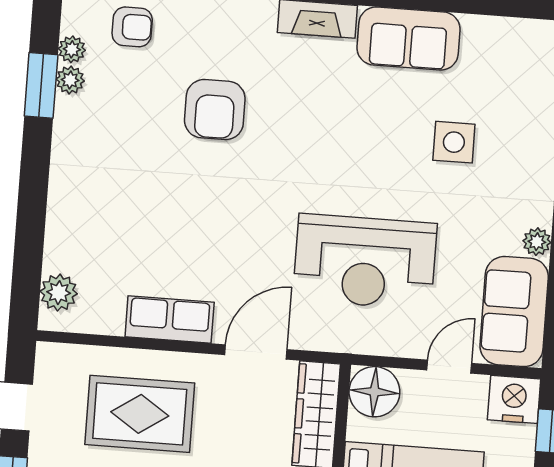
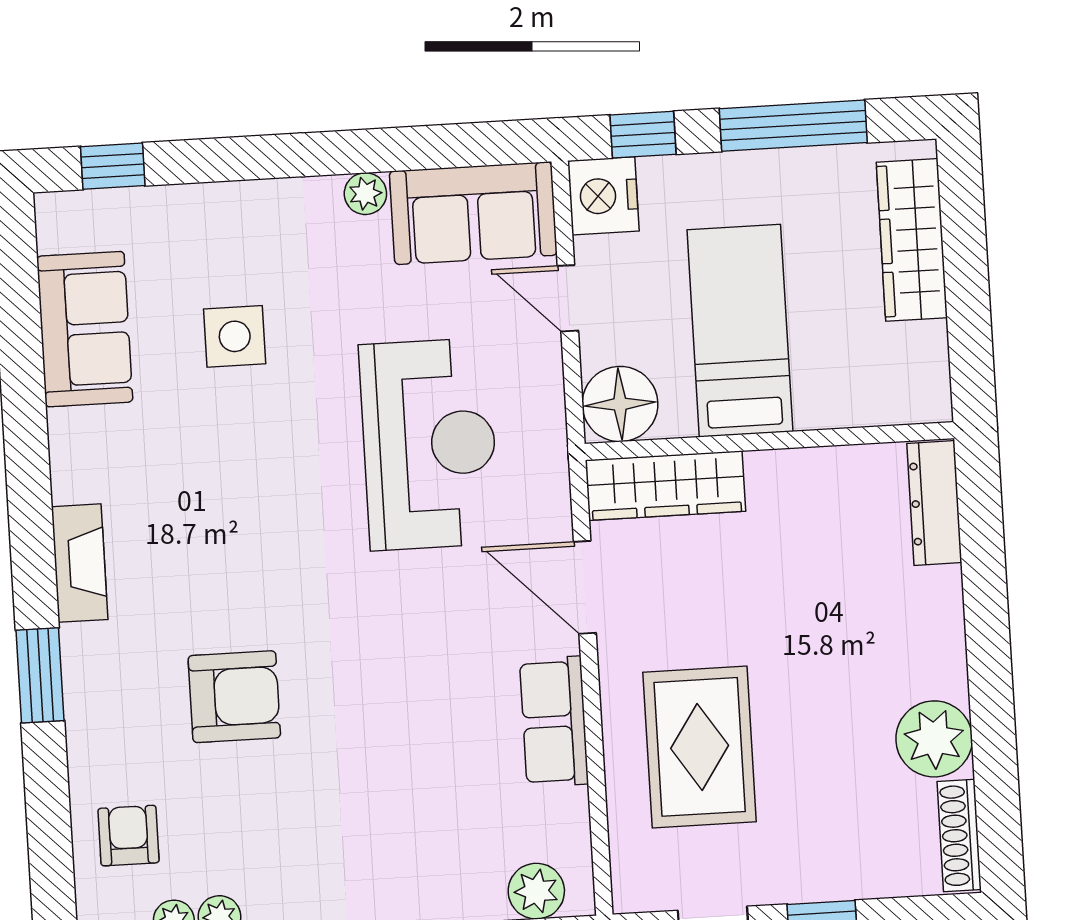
sofa: (408, 39) -> (85, 329), moved

